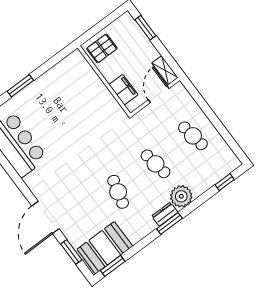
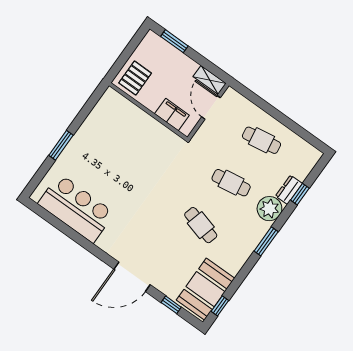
window: (225, 182) -> (300, 194), moved
dresser: (165, 214) -> (289, 190), moved
door: (45, 217) -> (132, 277), hinge flipped
window: (71, 252) -> (171, 305), width x0.67
window: (113, 266) -> (220, 306), width x0.67

